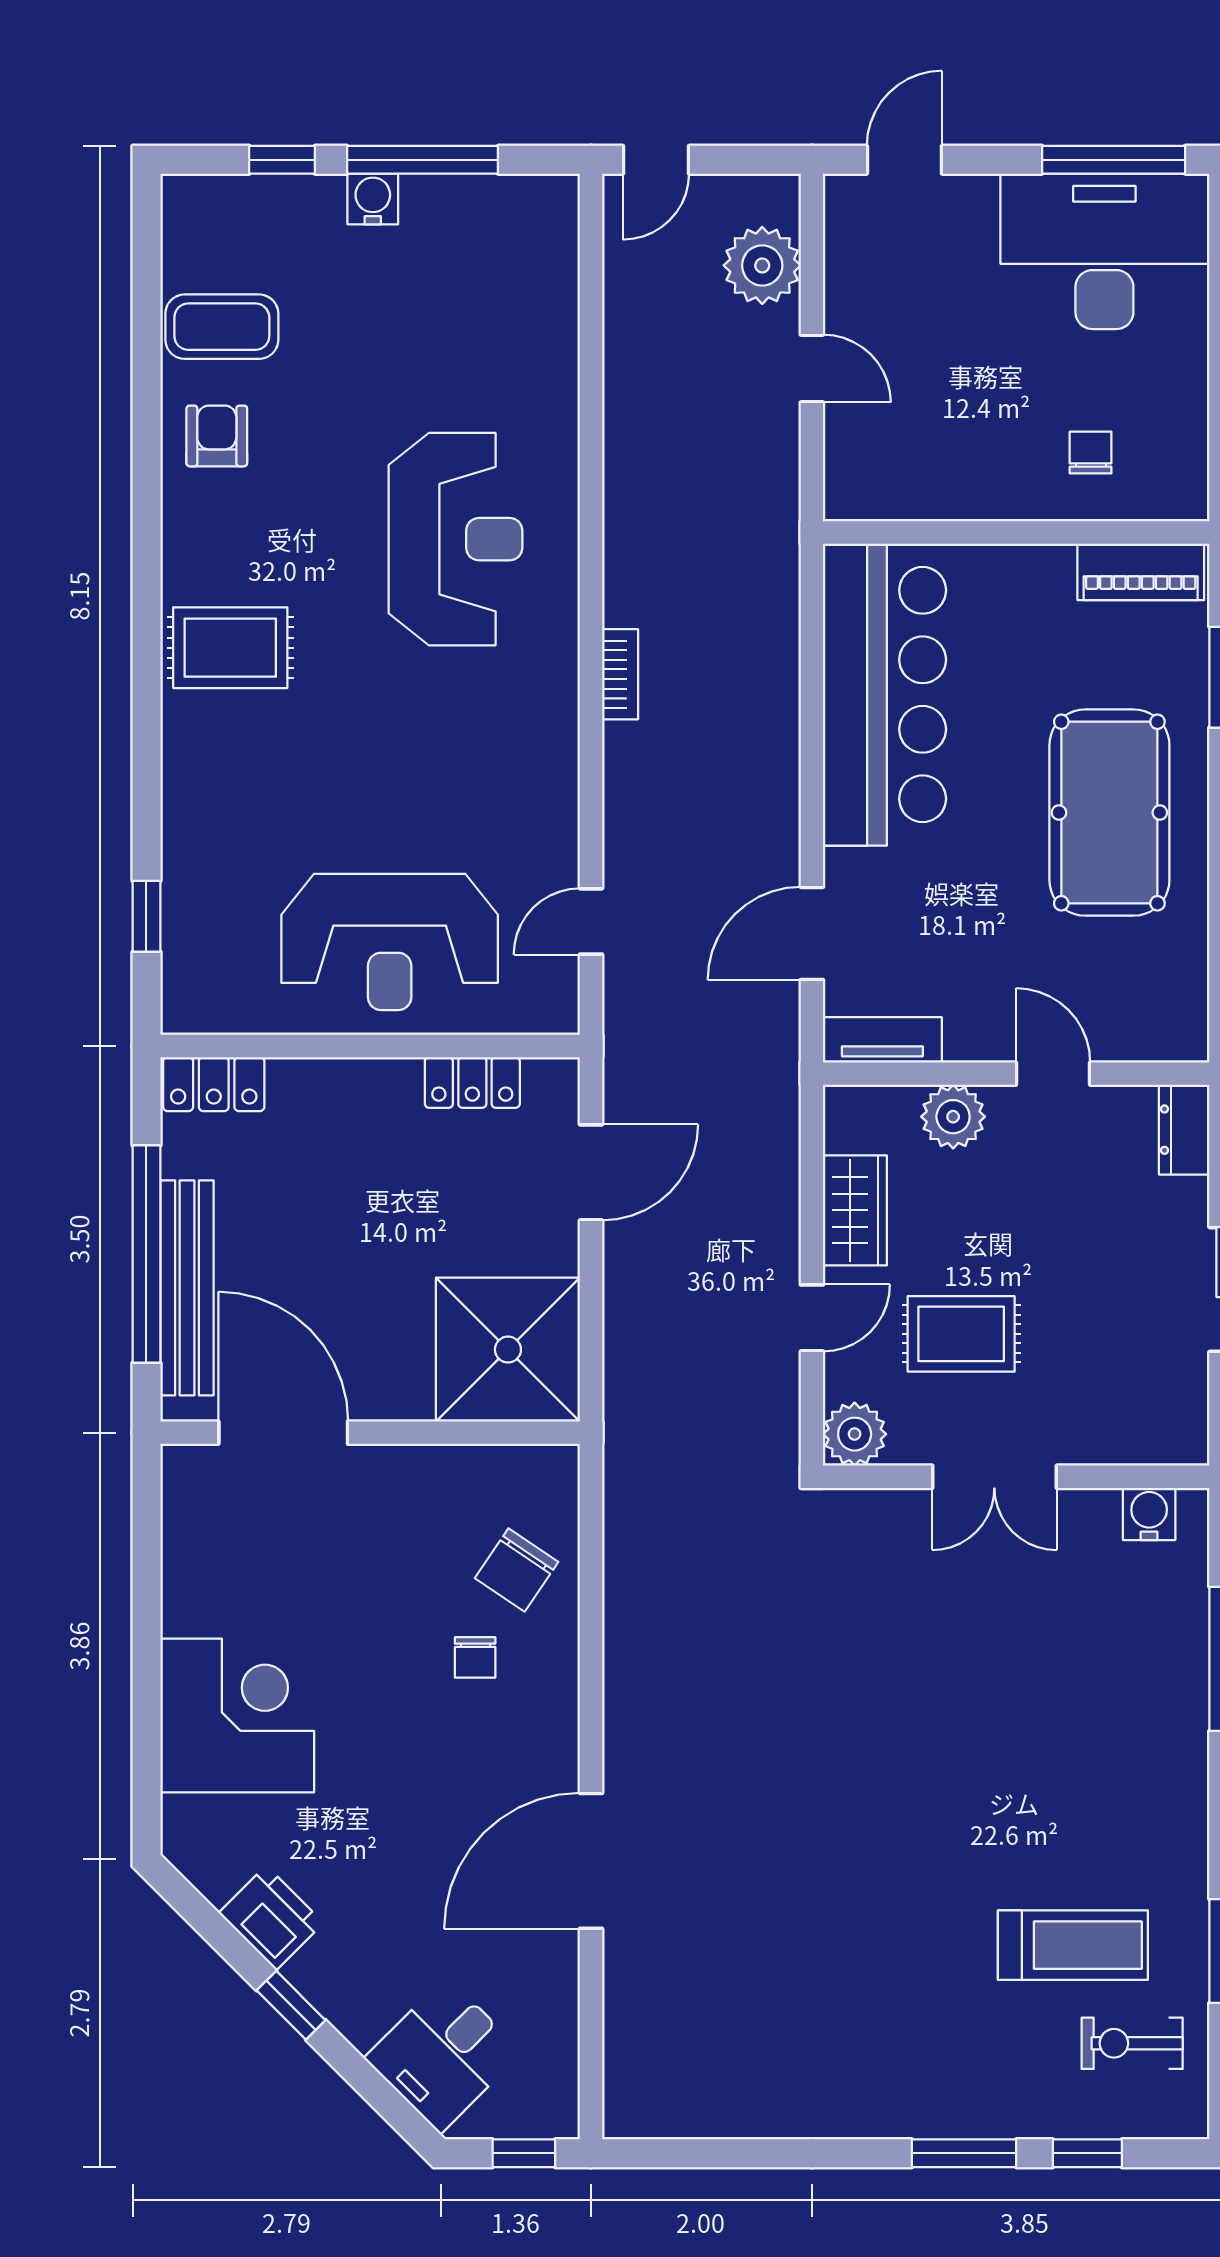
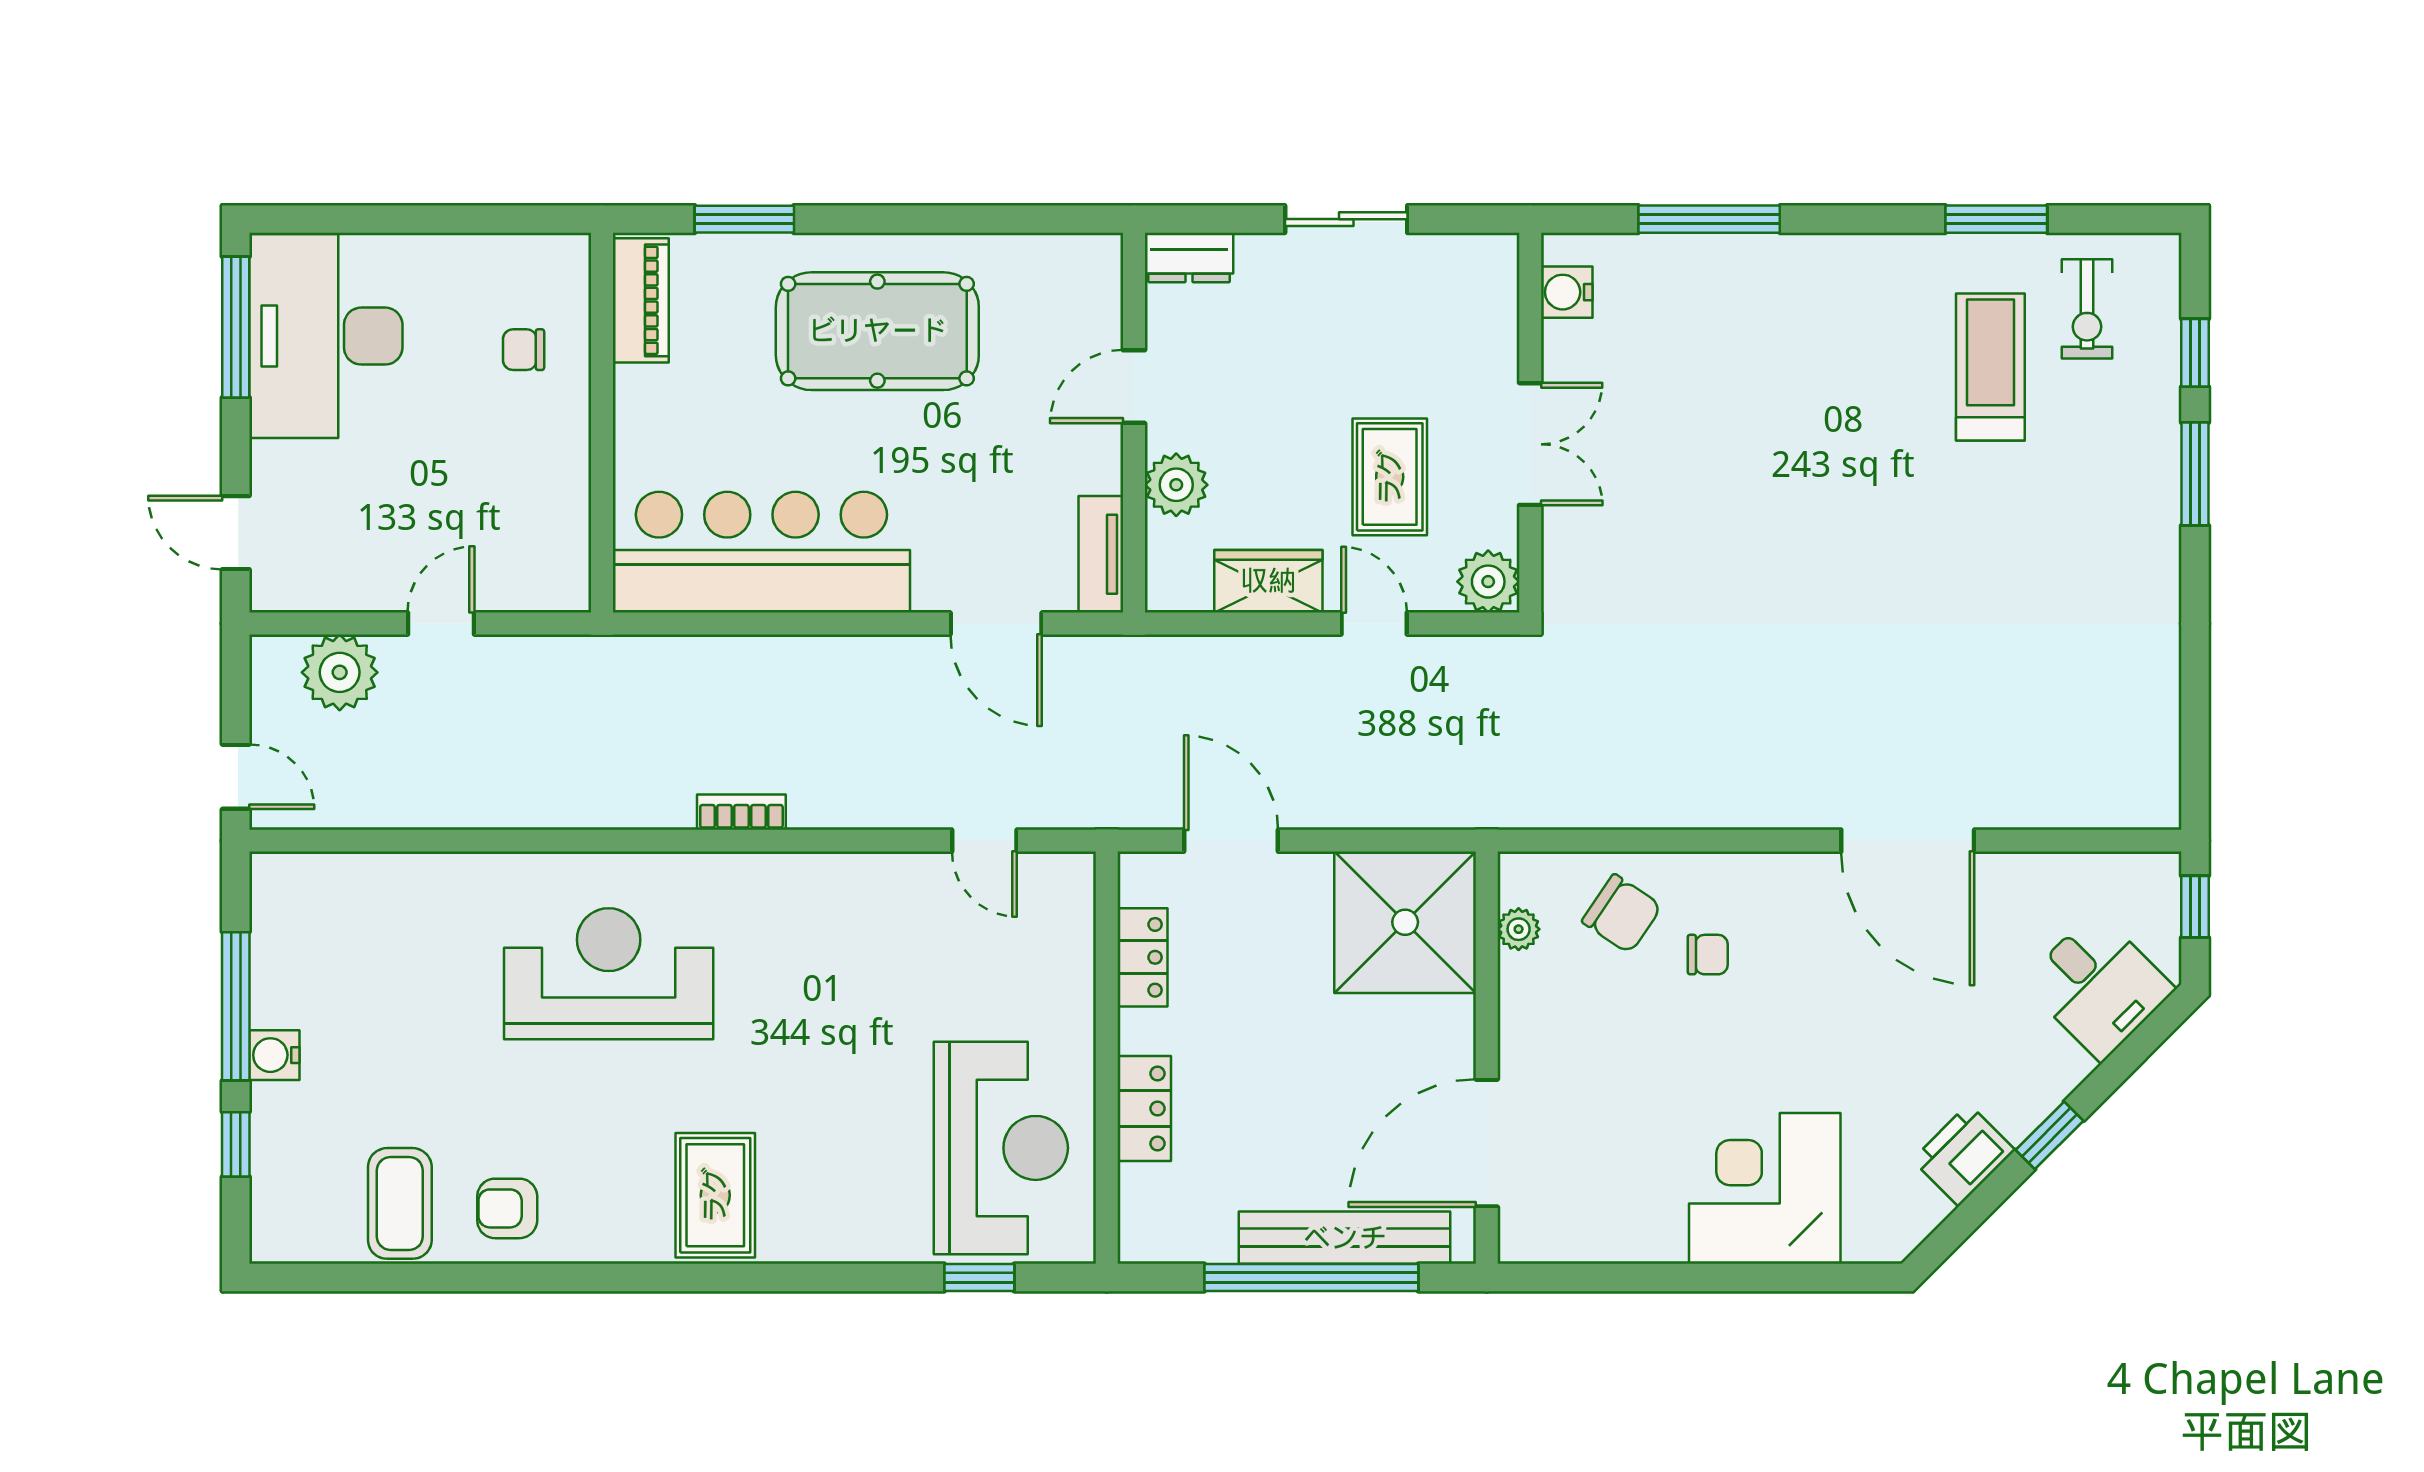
reception desk: (390, 942) -> (1001, 1148), moved
locker: (214, 1084) -> (1144, 1109), moved
plant: (501, 1465) -> (1519, 929), added

